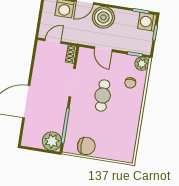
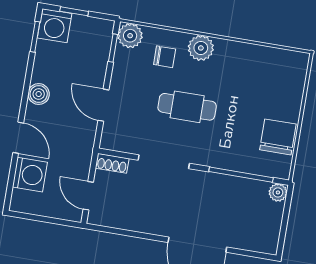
boiler: (103, 17) -> (39, 94), width x0.54, depth x0.54
door: (103, 49) -> (103, 105), swing flipped
plant: (135, 103) -> (201, 48), added
plant: (52, 141) -> (278, 192), width x0.53, depth x0.53

